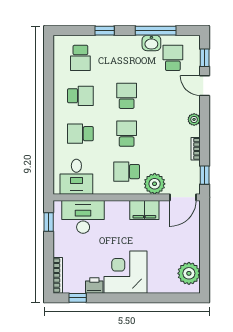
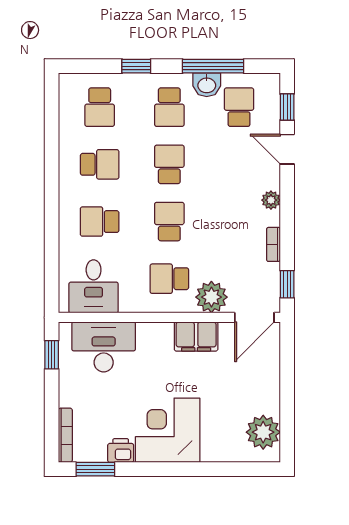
school desk: (127, 58) -> (169, 107), added
window: (78, 298) -> (95, 469), width x1.50

